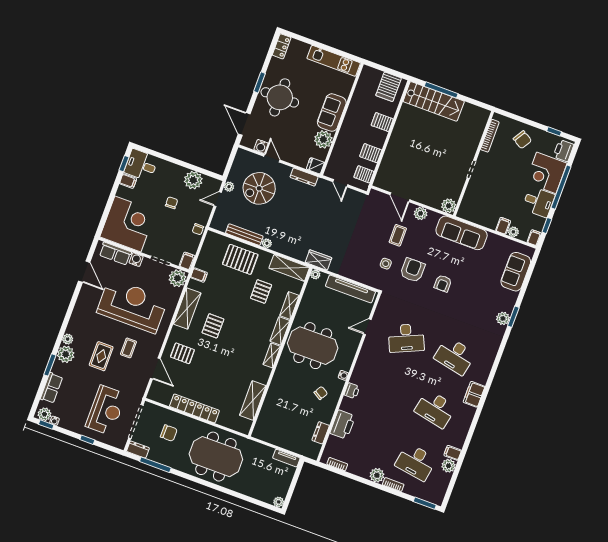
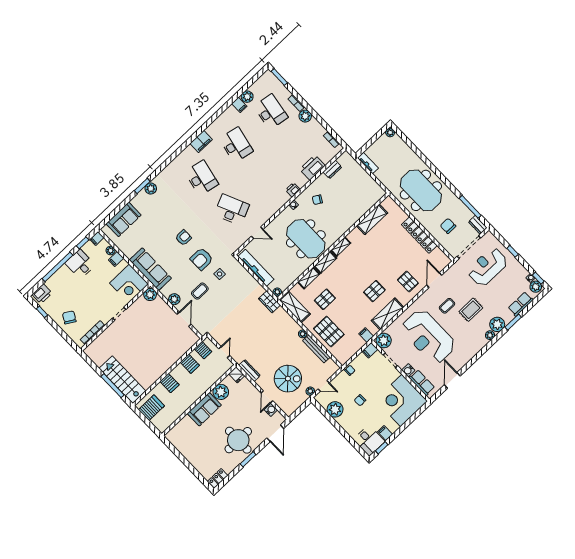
kitchen unit: (334, 61) -> (184, 448), removed
corner desk: (546, 173) -> (129, 284), moved, turned 90

